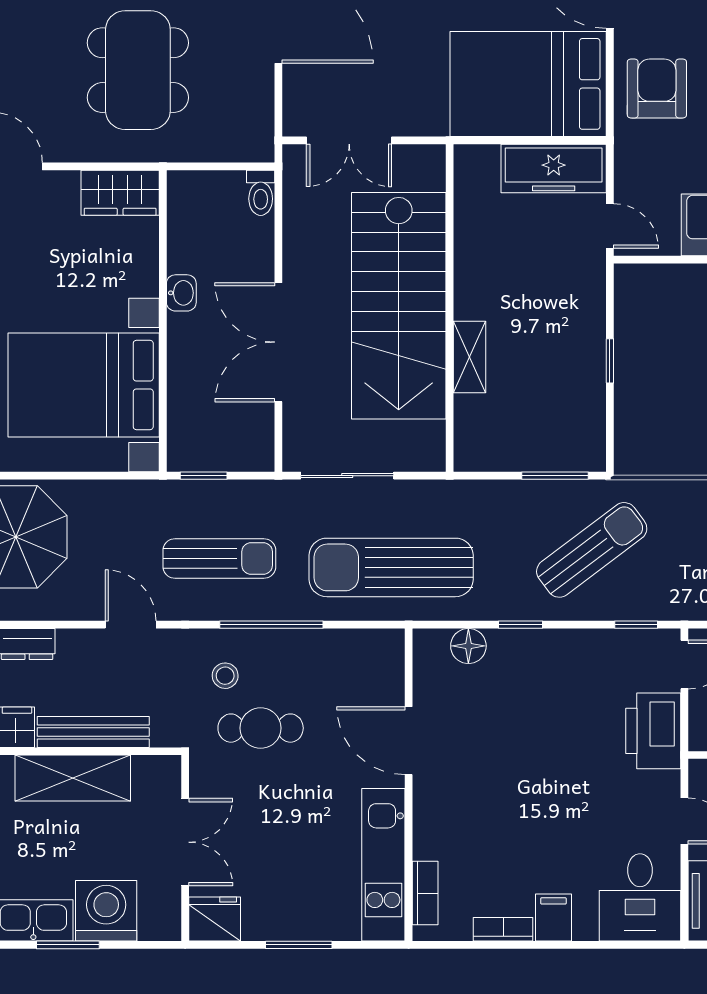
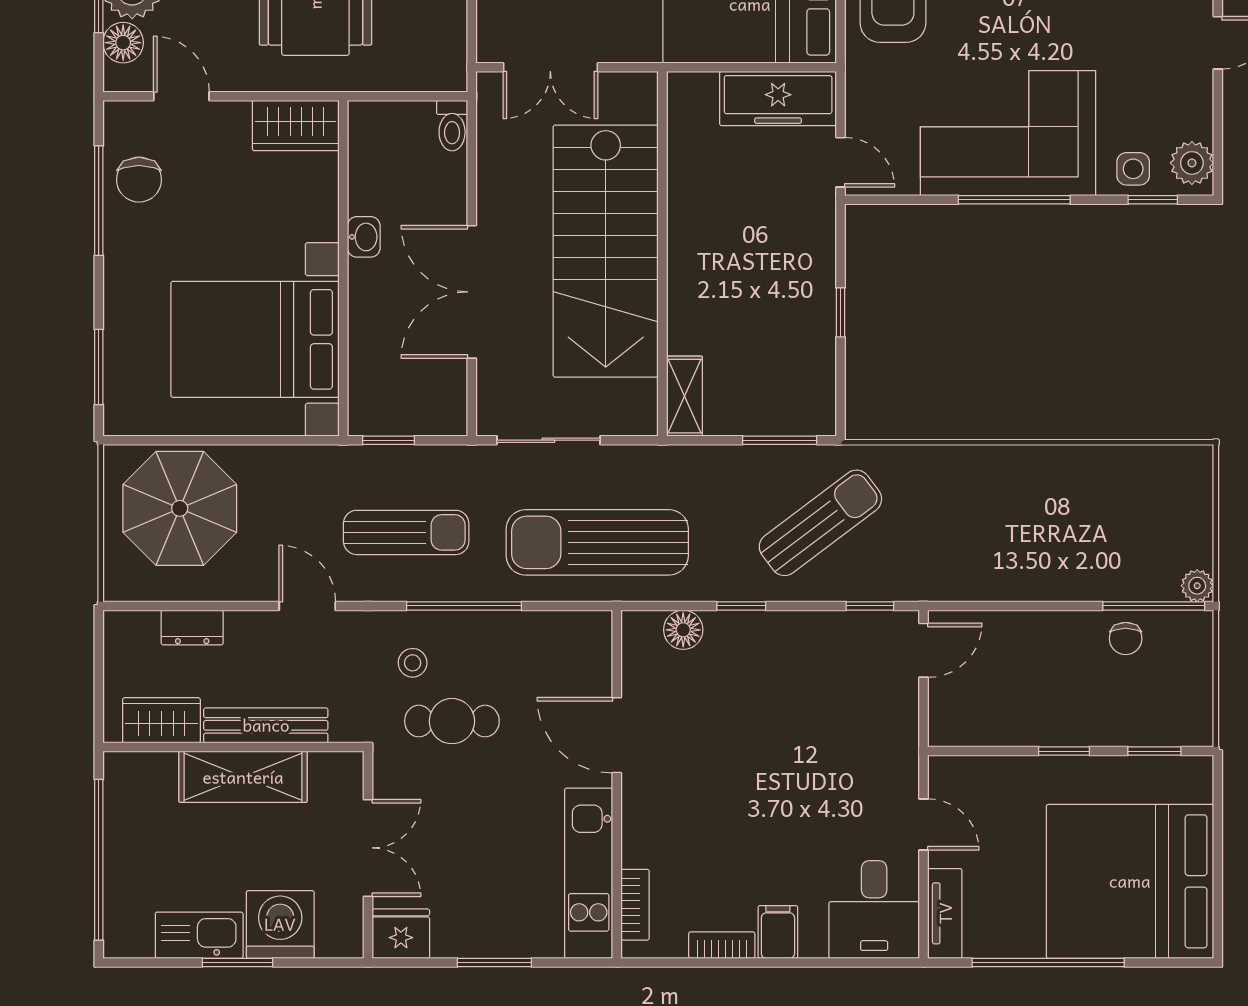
shelving: (470, 357) -> (684, 396), moved
printer: (653, 731) -> (889, 724), removed

